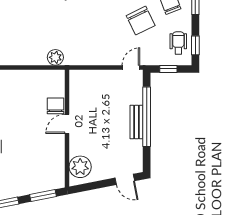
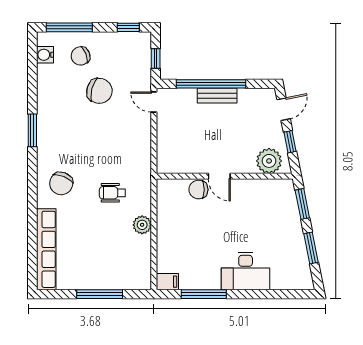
chair: (141, 21) -> (99, 91), turned 41
wheelchair: (178, 43) -> (112, 193), moved
plant: (55, 57) -> (142, 225), moved
window: (97, 185) -> (290, 142), added

